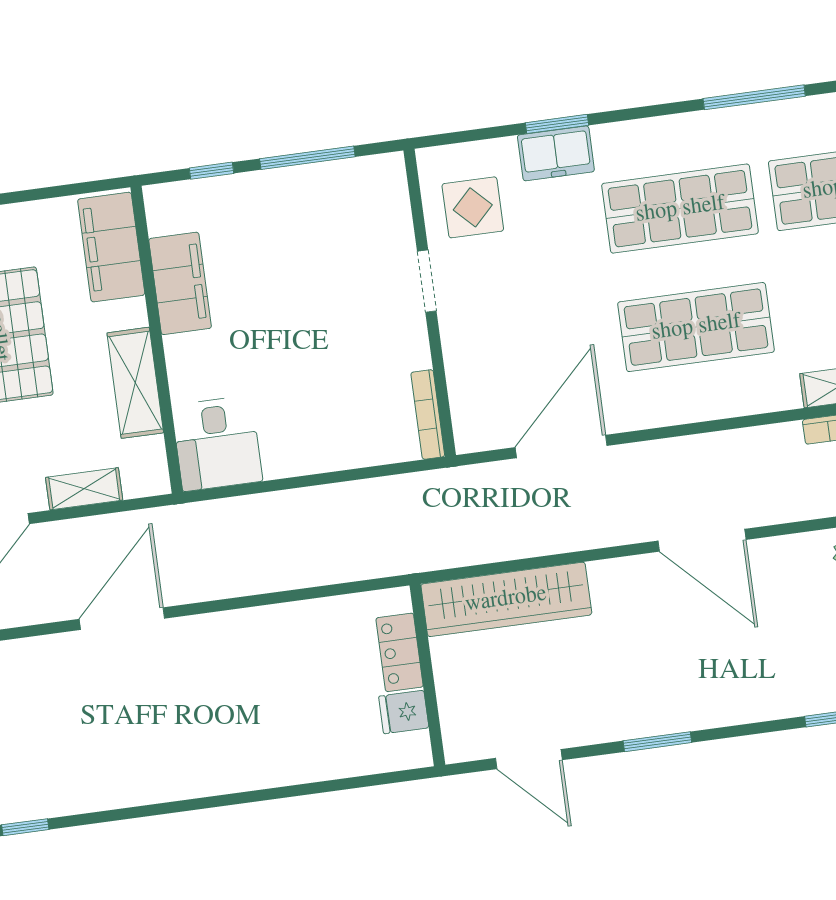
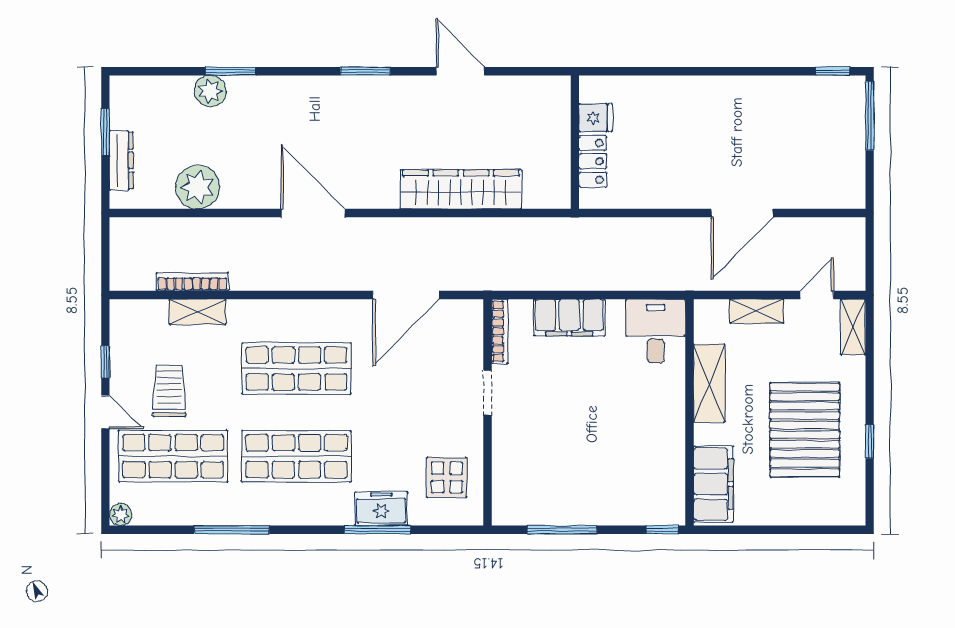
window: (557, 124) -> (377, 530), width x1.44
window: (211, 171) -> (662, 530), moved
doorway: (427, 281) -> (488, 393), moved
filing cabinet: (180, 283) -> (569, 318), moved, turned -90
locker: (400, 652) -> (593, 161), moved
wall: (427, 675) -> (575, 142), moved
fridge: (404, 712) -> (596, 118), moved

